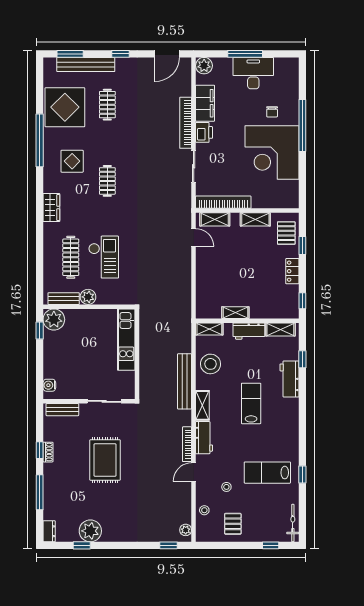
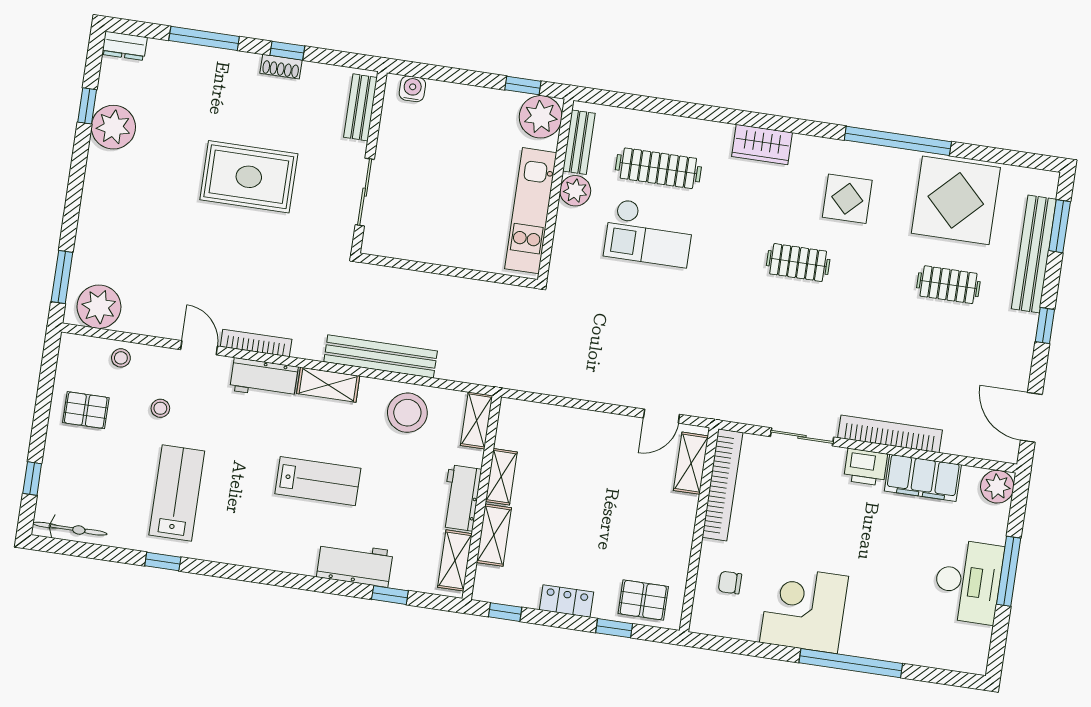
chair: (272, 112) -> (730, 583), moved
corner desk: (272, 153) -> (804, 609), width x0.74, depth x0.74
shelving: (255, 219) -> (494, 535), moved
kitchen unit: (126, 340) -> (531, 211), moved, turned -90
plant: (186, 530) -> (99, 307), width x1.88, depth x1.88
window: (168, 545) -> (62, 277), width x1.50

